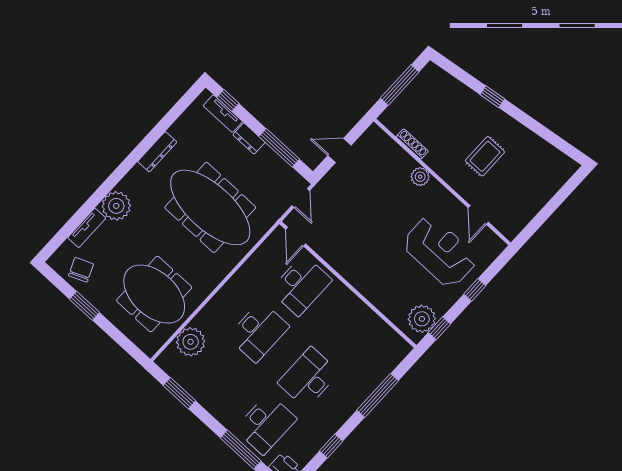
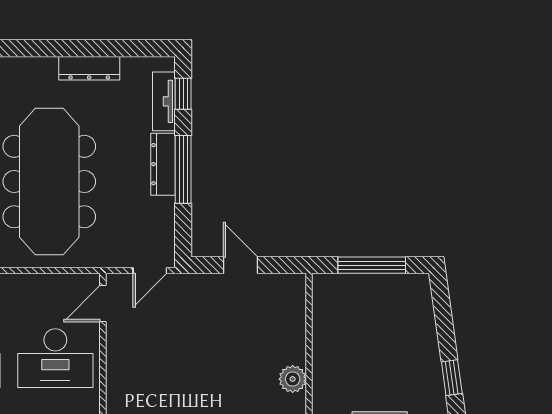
dresser: (249, 138) -> (163, 164), width x1.44
shoe rack: (412, 144) -> (320, 338), removed
window: (279, 148) -> (183, 169), moved
dresser: (157, 152) -> (89, 68), moved

